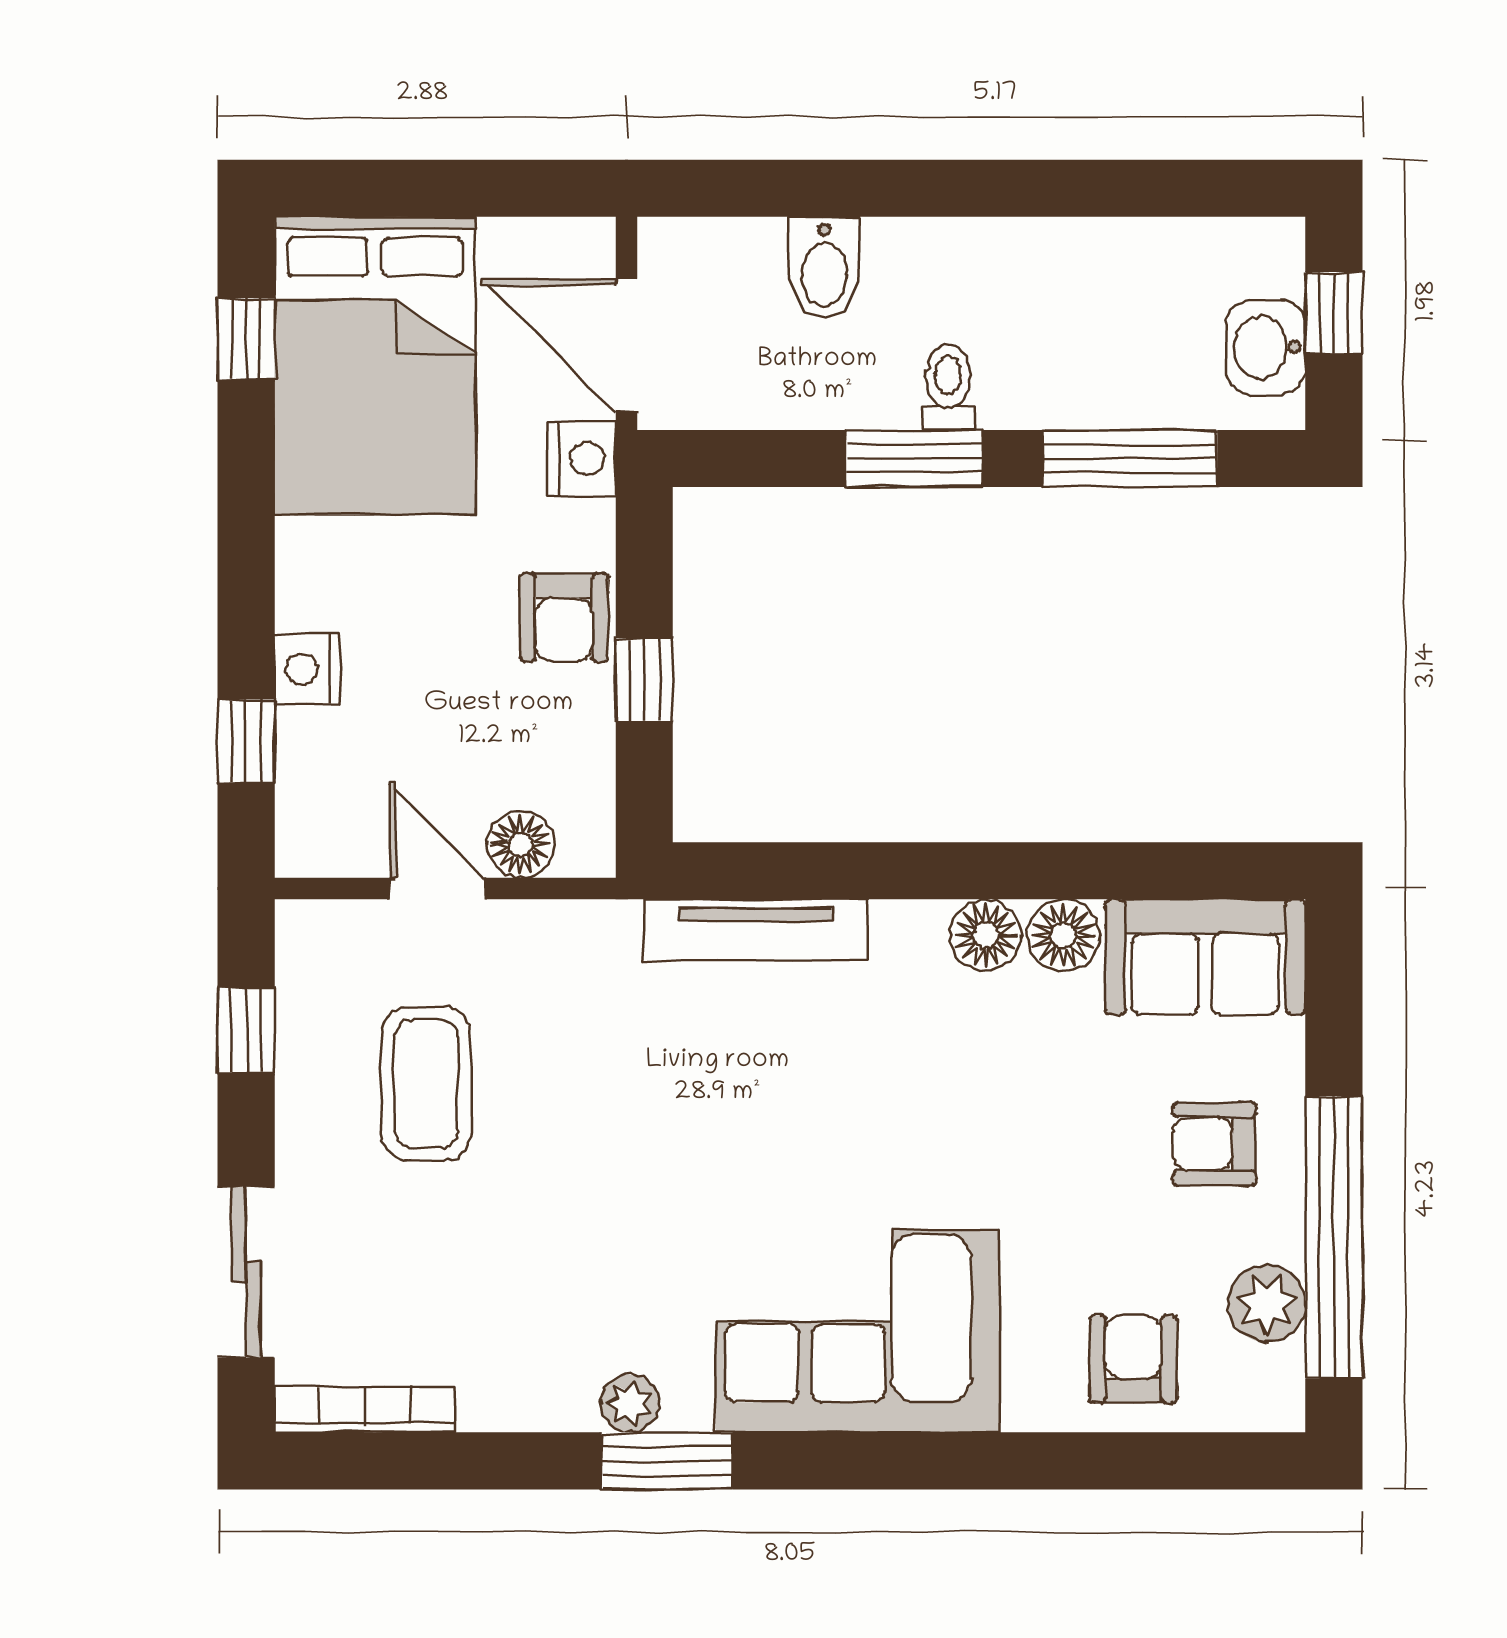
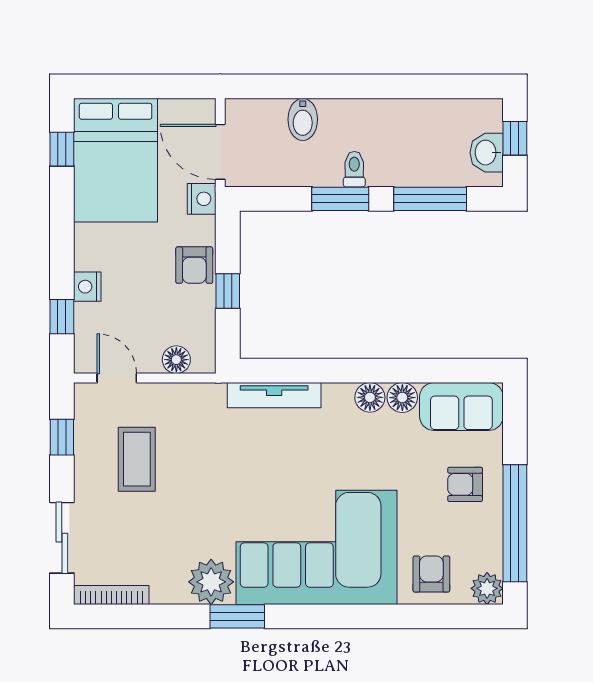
door: (437, 889) -> (117, 378), moved
plant: (1267, 1304) -> (487, 588), moved
corner sofa: (858, 1331) -> (317, 547), width x1.36, depth x1.36
plant: (630, 1403) -> (211, 582), width x1.87, depth x1.87

